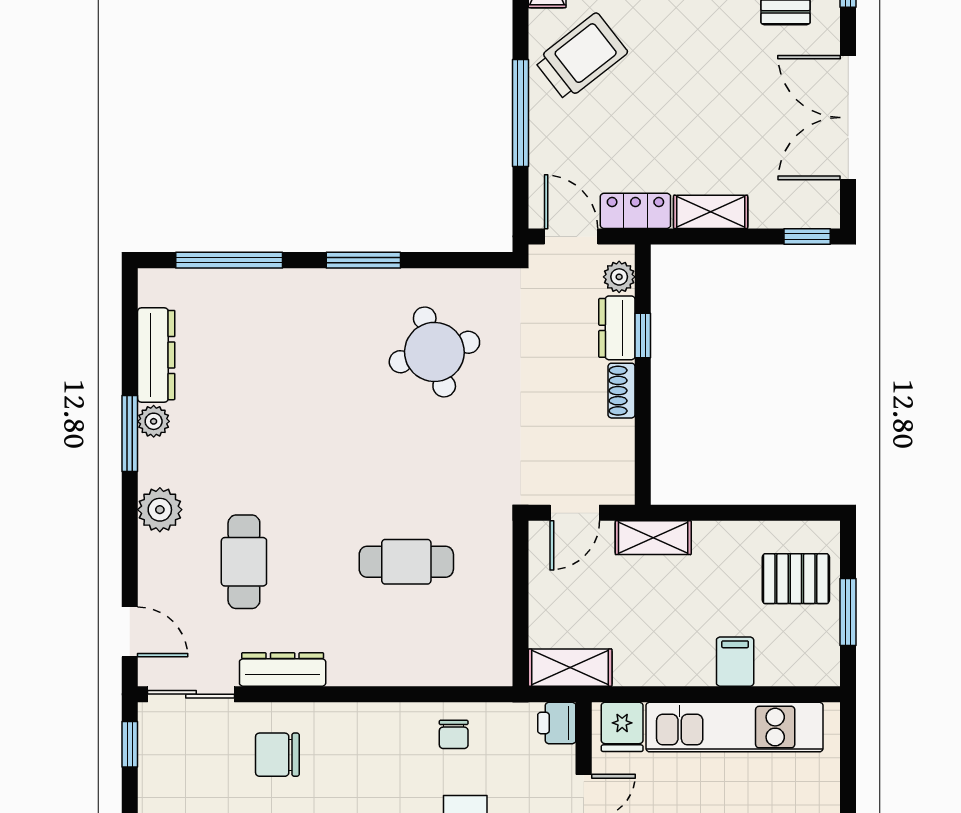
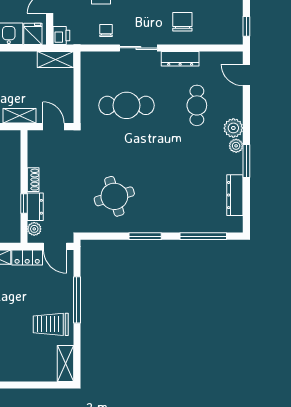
trolley: (581, 57) -> (51, 324), turned 38
plant: (154, 421) -> (236, 146), moved
door: (575, 513) -> (53, 127), hinge flipped
cafe table: (406, 562) -> (126, 105), width x1.37, depth x1.35
sliding door: (191, 694) -> (138, 48), moved
chair: (277, 755) -> (182, 22), turned -90

